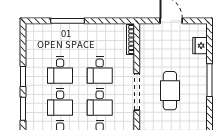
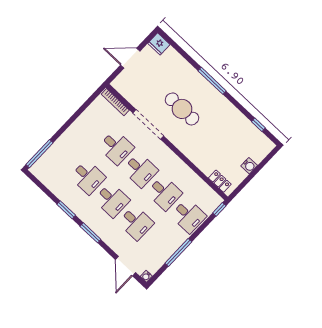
window: (67, 21) -> (39, 154), moved
fridge: (200, 46) -> (159, 44), moved
window: (209, 80) -> (212, 81), moved
doorway: (137, 92) -> (148, 124), moved

